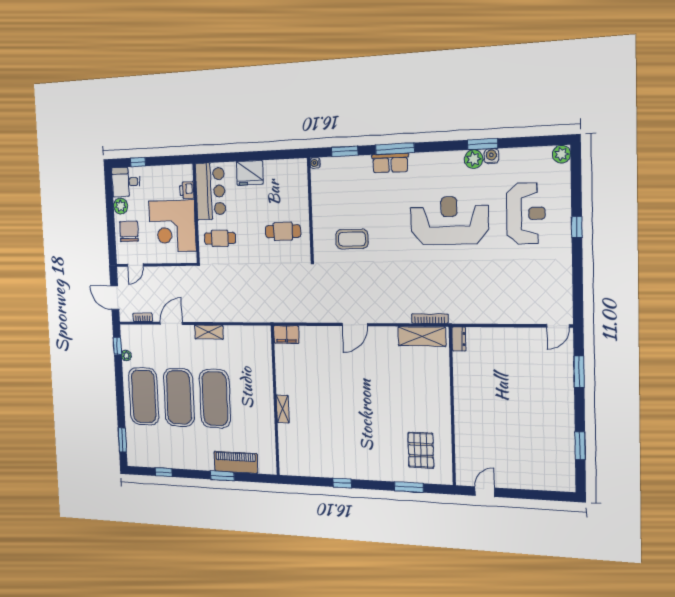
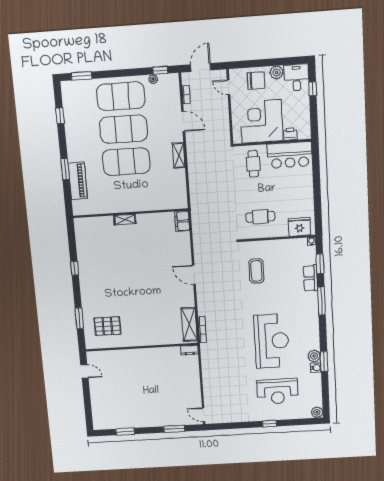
row of seats: (390, 163) -> (311, 278), moved
fridge: (250, 173) -> (299, 227), moved, turned 90
cafe table: (283, 231) -> (260, 217), turned 90

